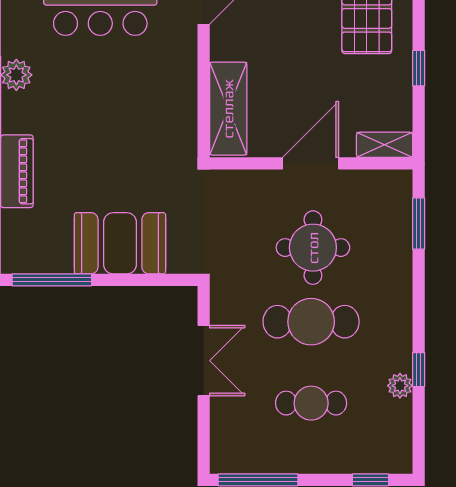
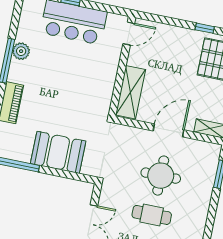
cafe table: (311, 322) -> (152, 215), width x0.73, depth x0.74

